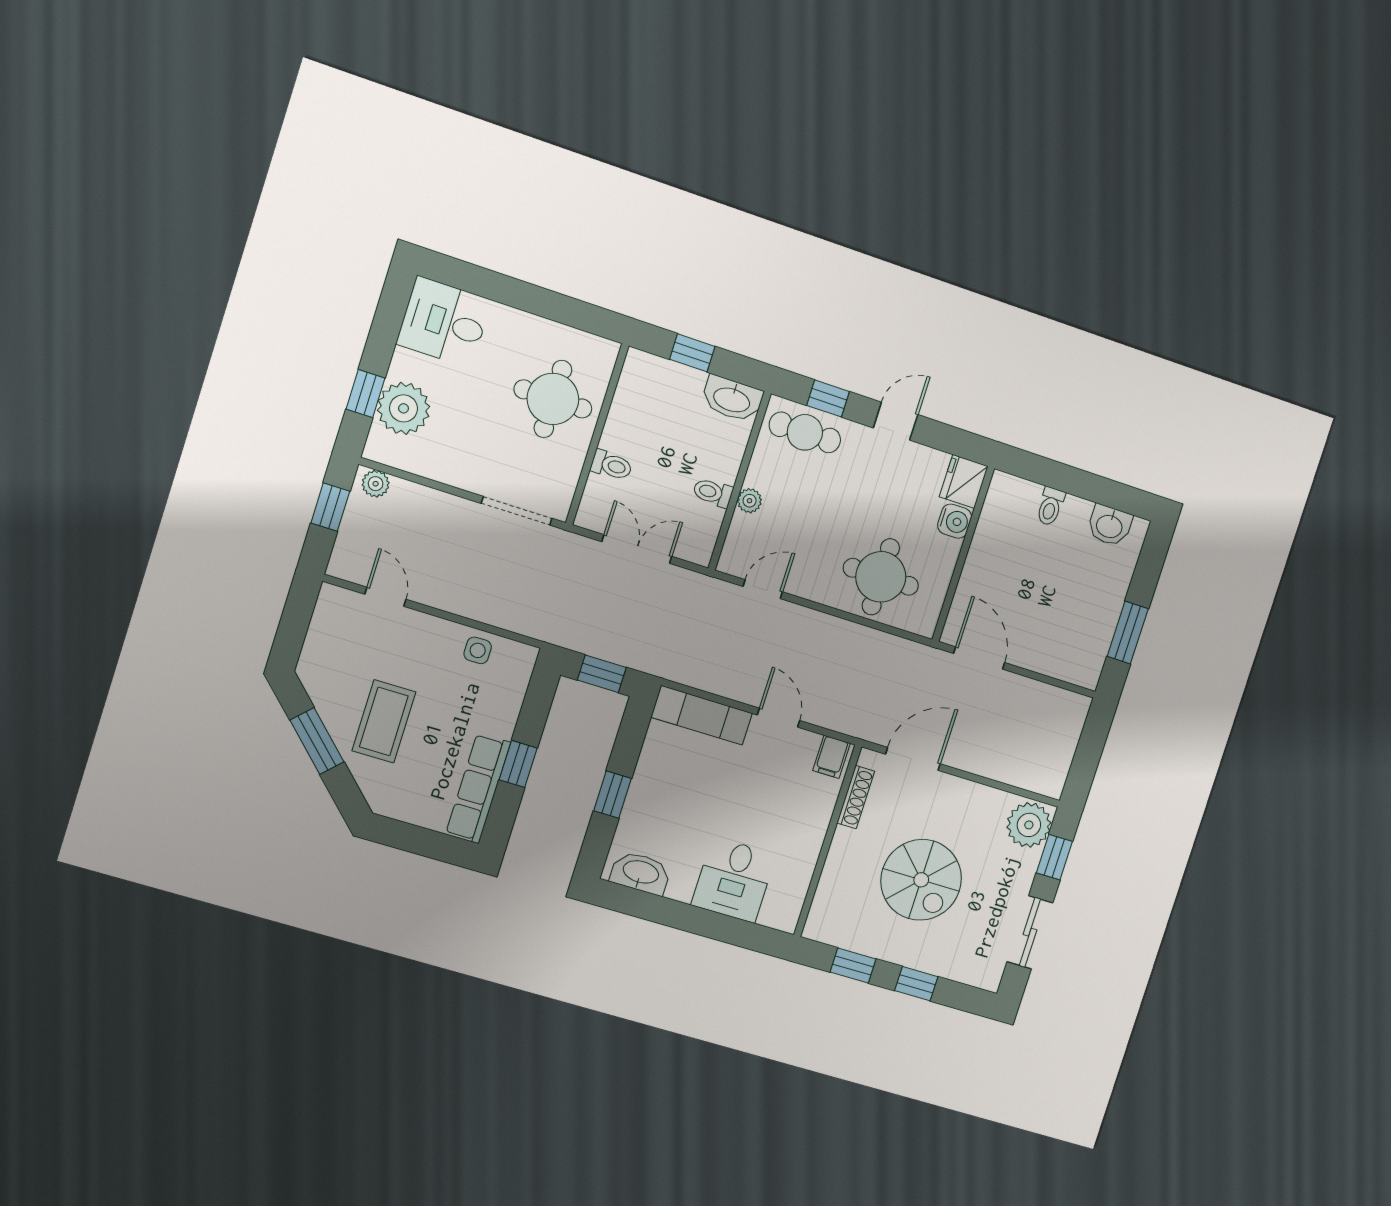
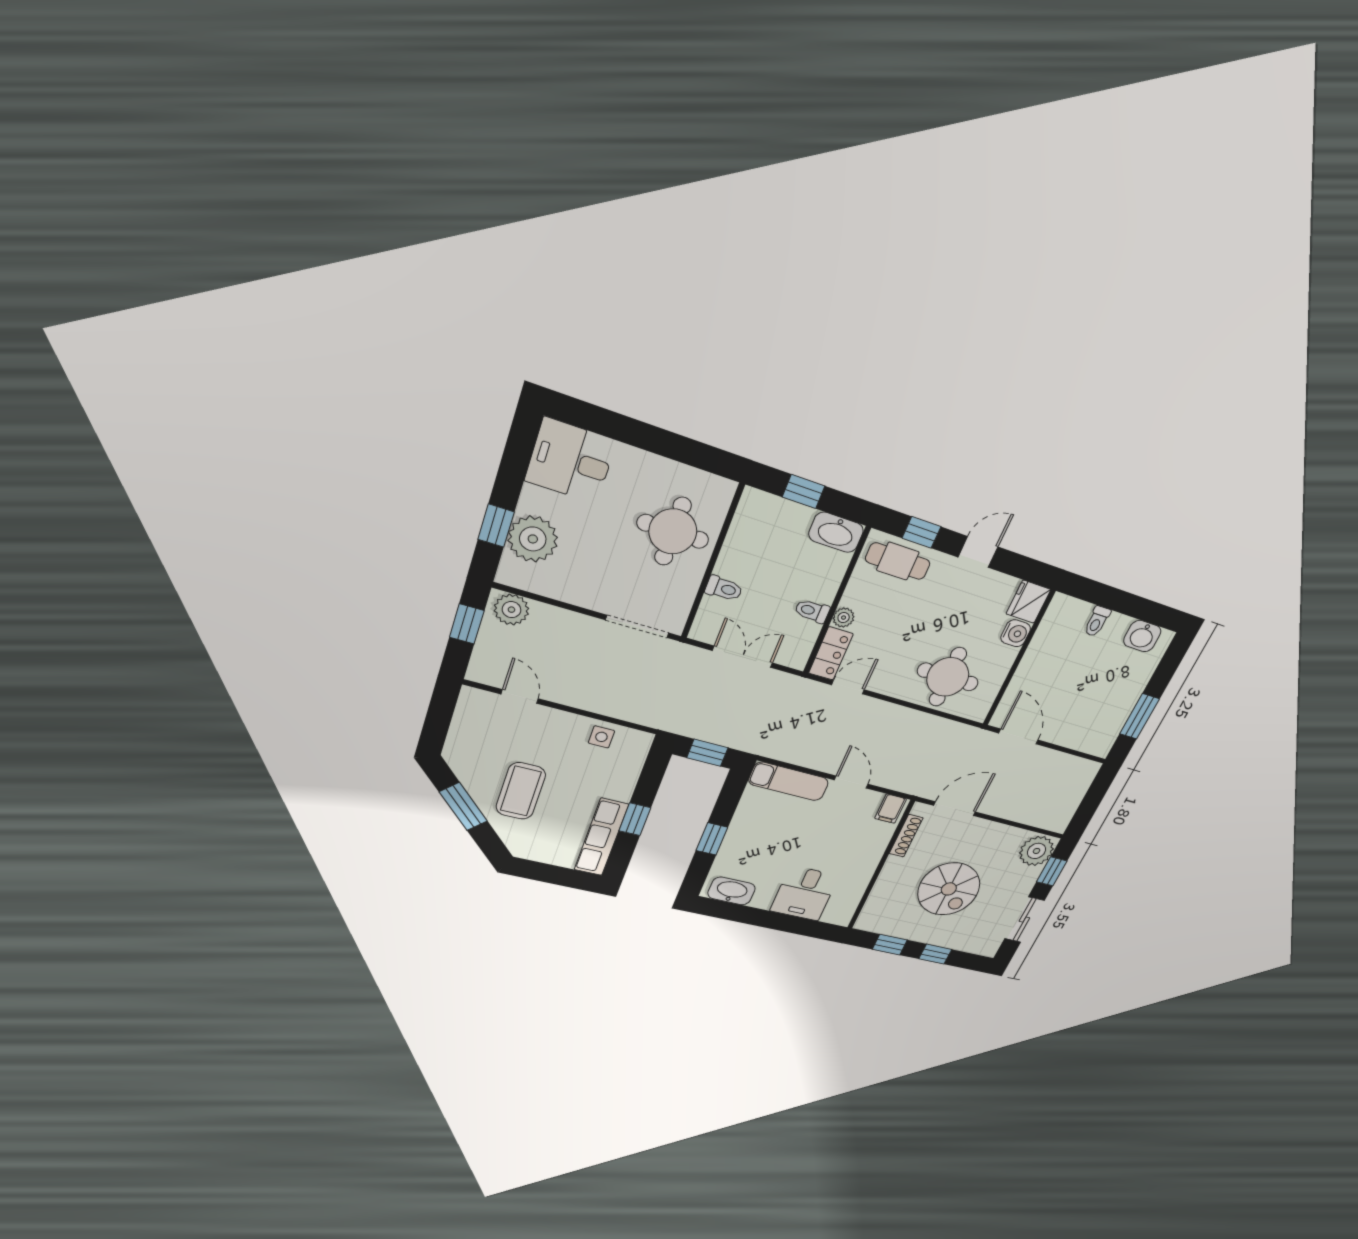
plant: (376, 484) -> (511, 610), width x1.38, depth x1.38
locker: (739, 546) -> (831, 653), added

